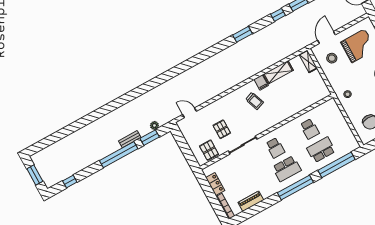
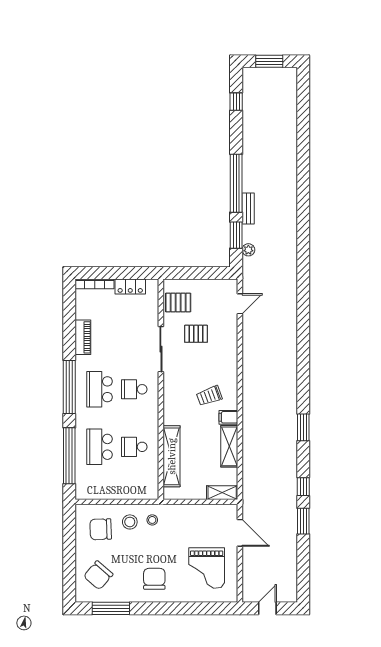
stool: (332, 58) -> (130, 522), moved
shelving: (303, 104) -> (172, 456), added
school desk: (321, 150) -> (100, 447), turned 180
piano: (251, 201) -> (83, 337), moved

